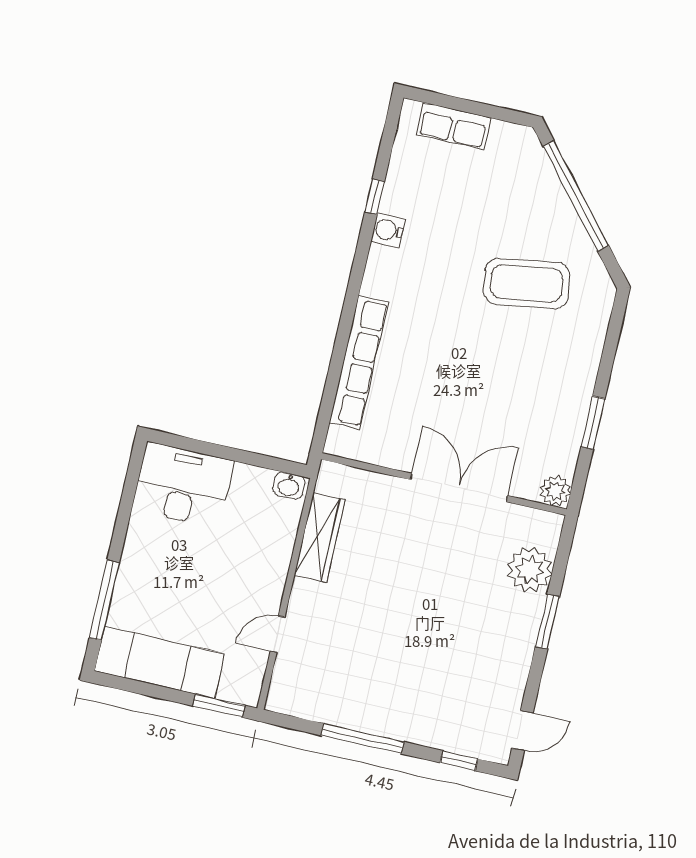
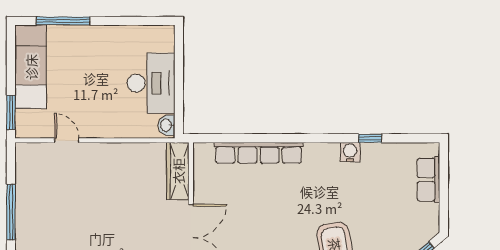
desk: (183, 485) -> (151, 83), moved
wardrobe: (320, 537) -> (178, 171), moved, turned 90

